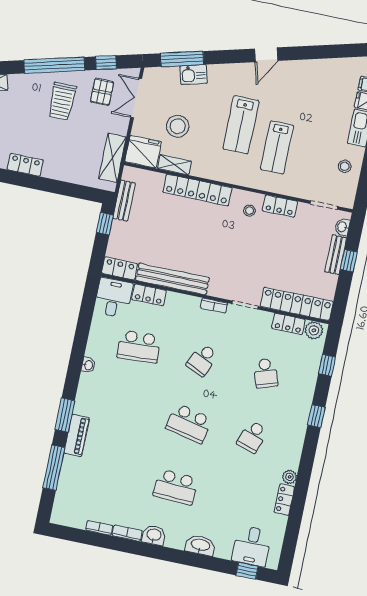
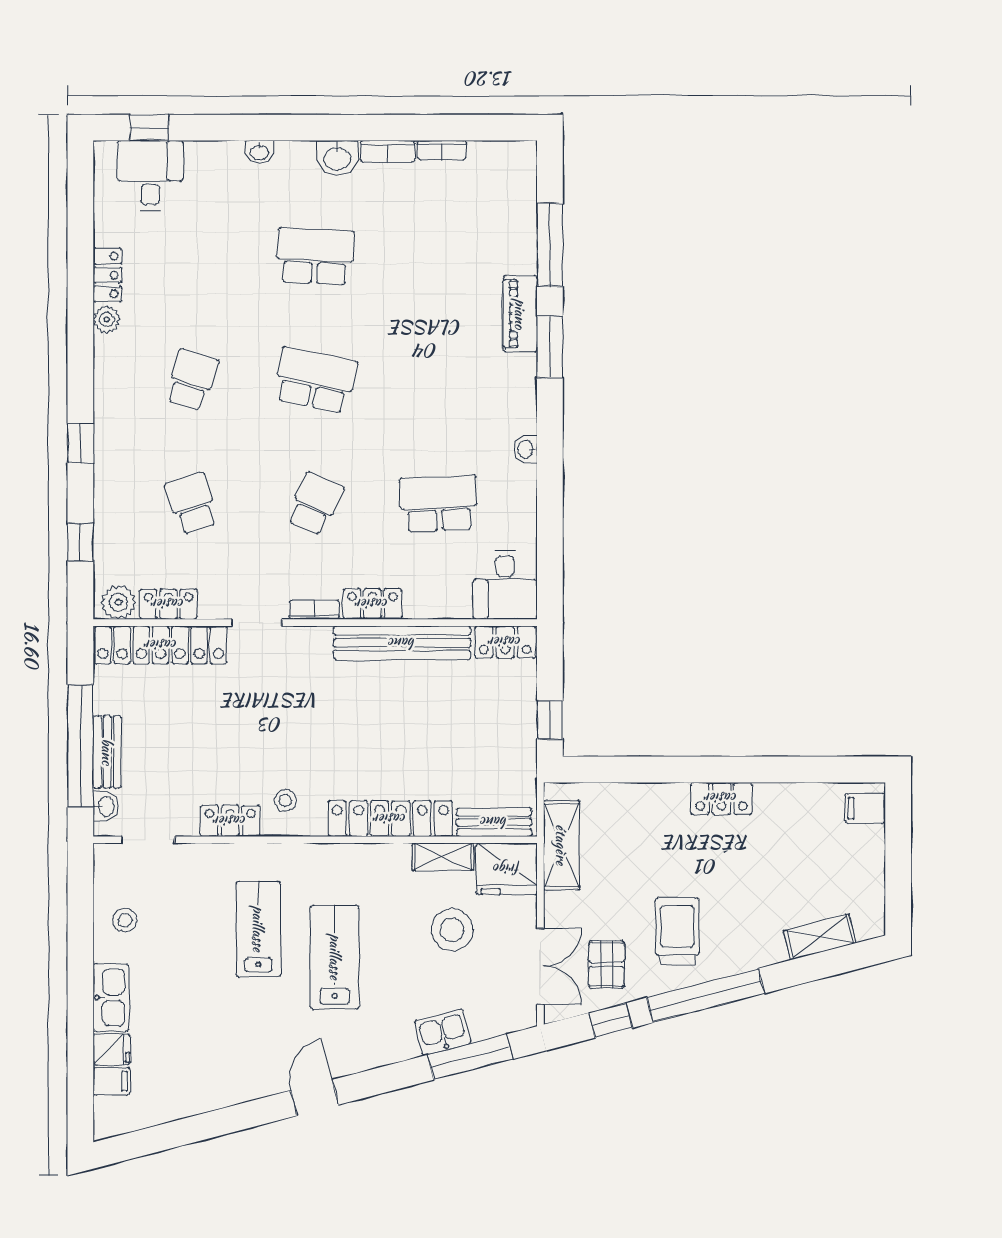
bench: (124, 201) -> (494, 822), moved, turned 90
window: (349, 261) -> (80, 746), width x3.17
locker: (149, 295) -> (372, 604), moved
washbasin: (200, 545) -> (259, 152), width x0.52, depth x0.69

